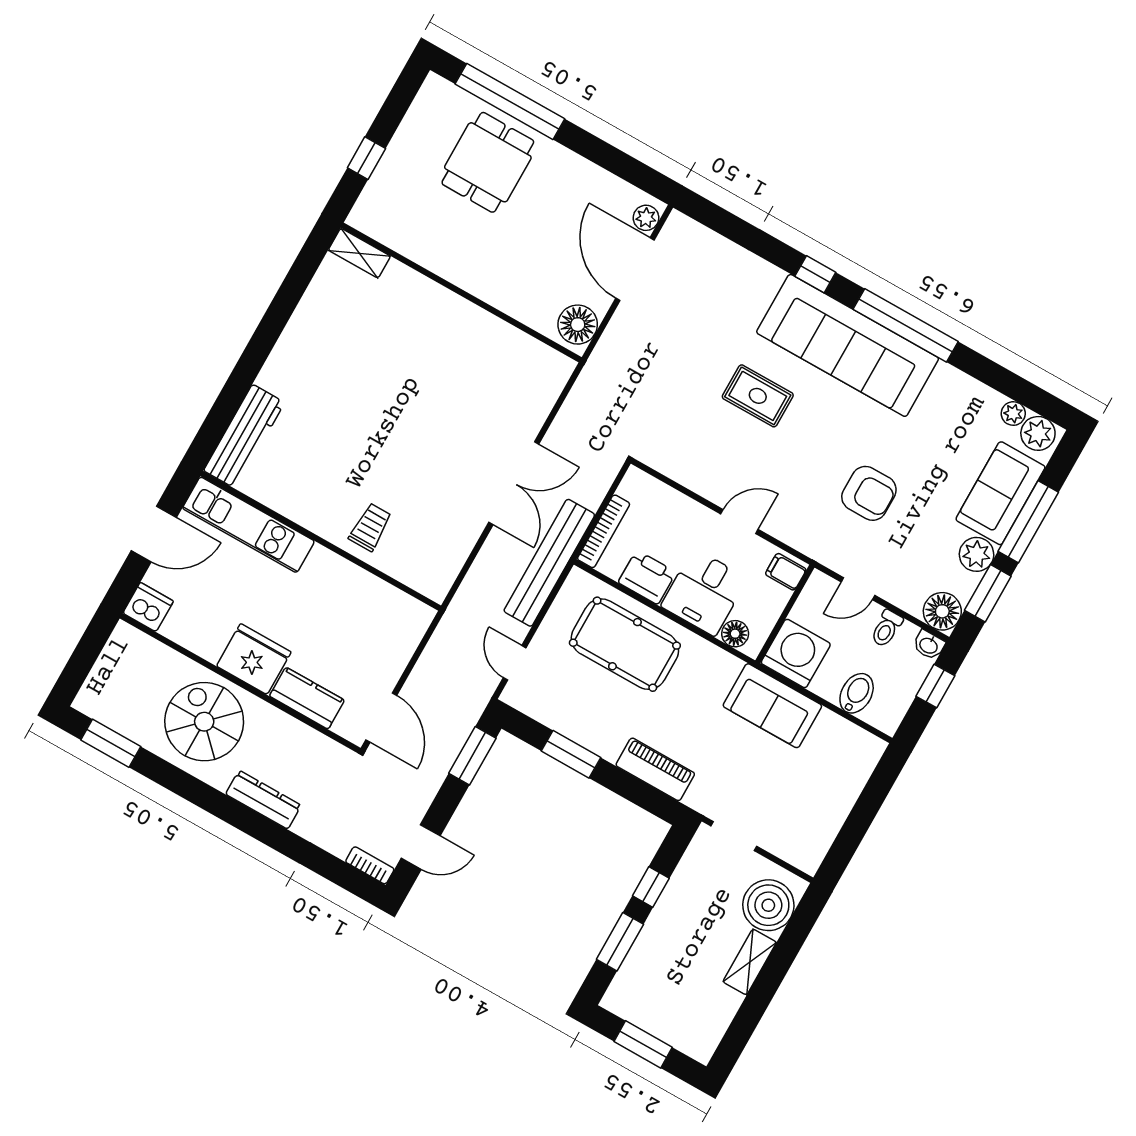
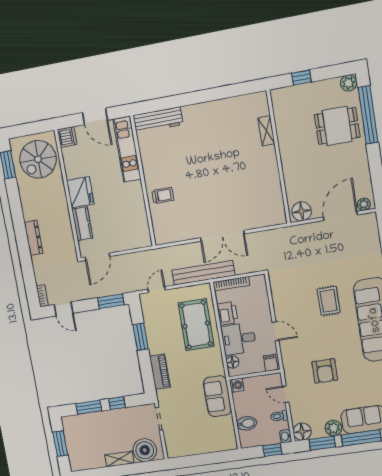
plant: (435, 93) -> (349, 83), added
shelving: (359, 253) -> (266, 131), moved
washing machine: (796, 653) -> (237, 385), width x0.53, depth x0.53
spiral stairs: (204, 722) -> (38, 159), moved, turned 180

